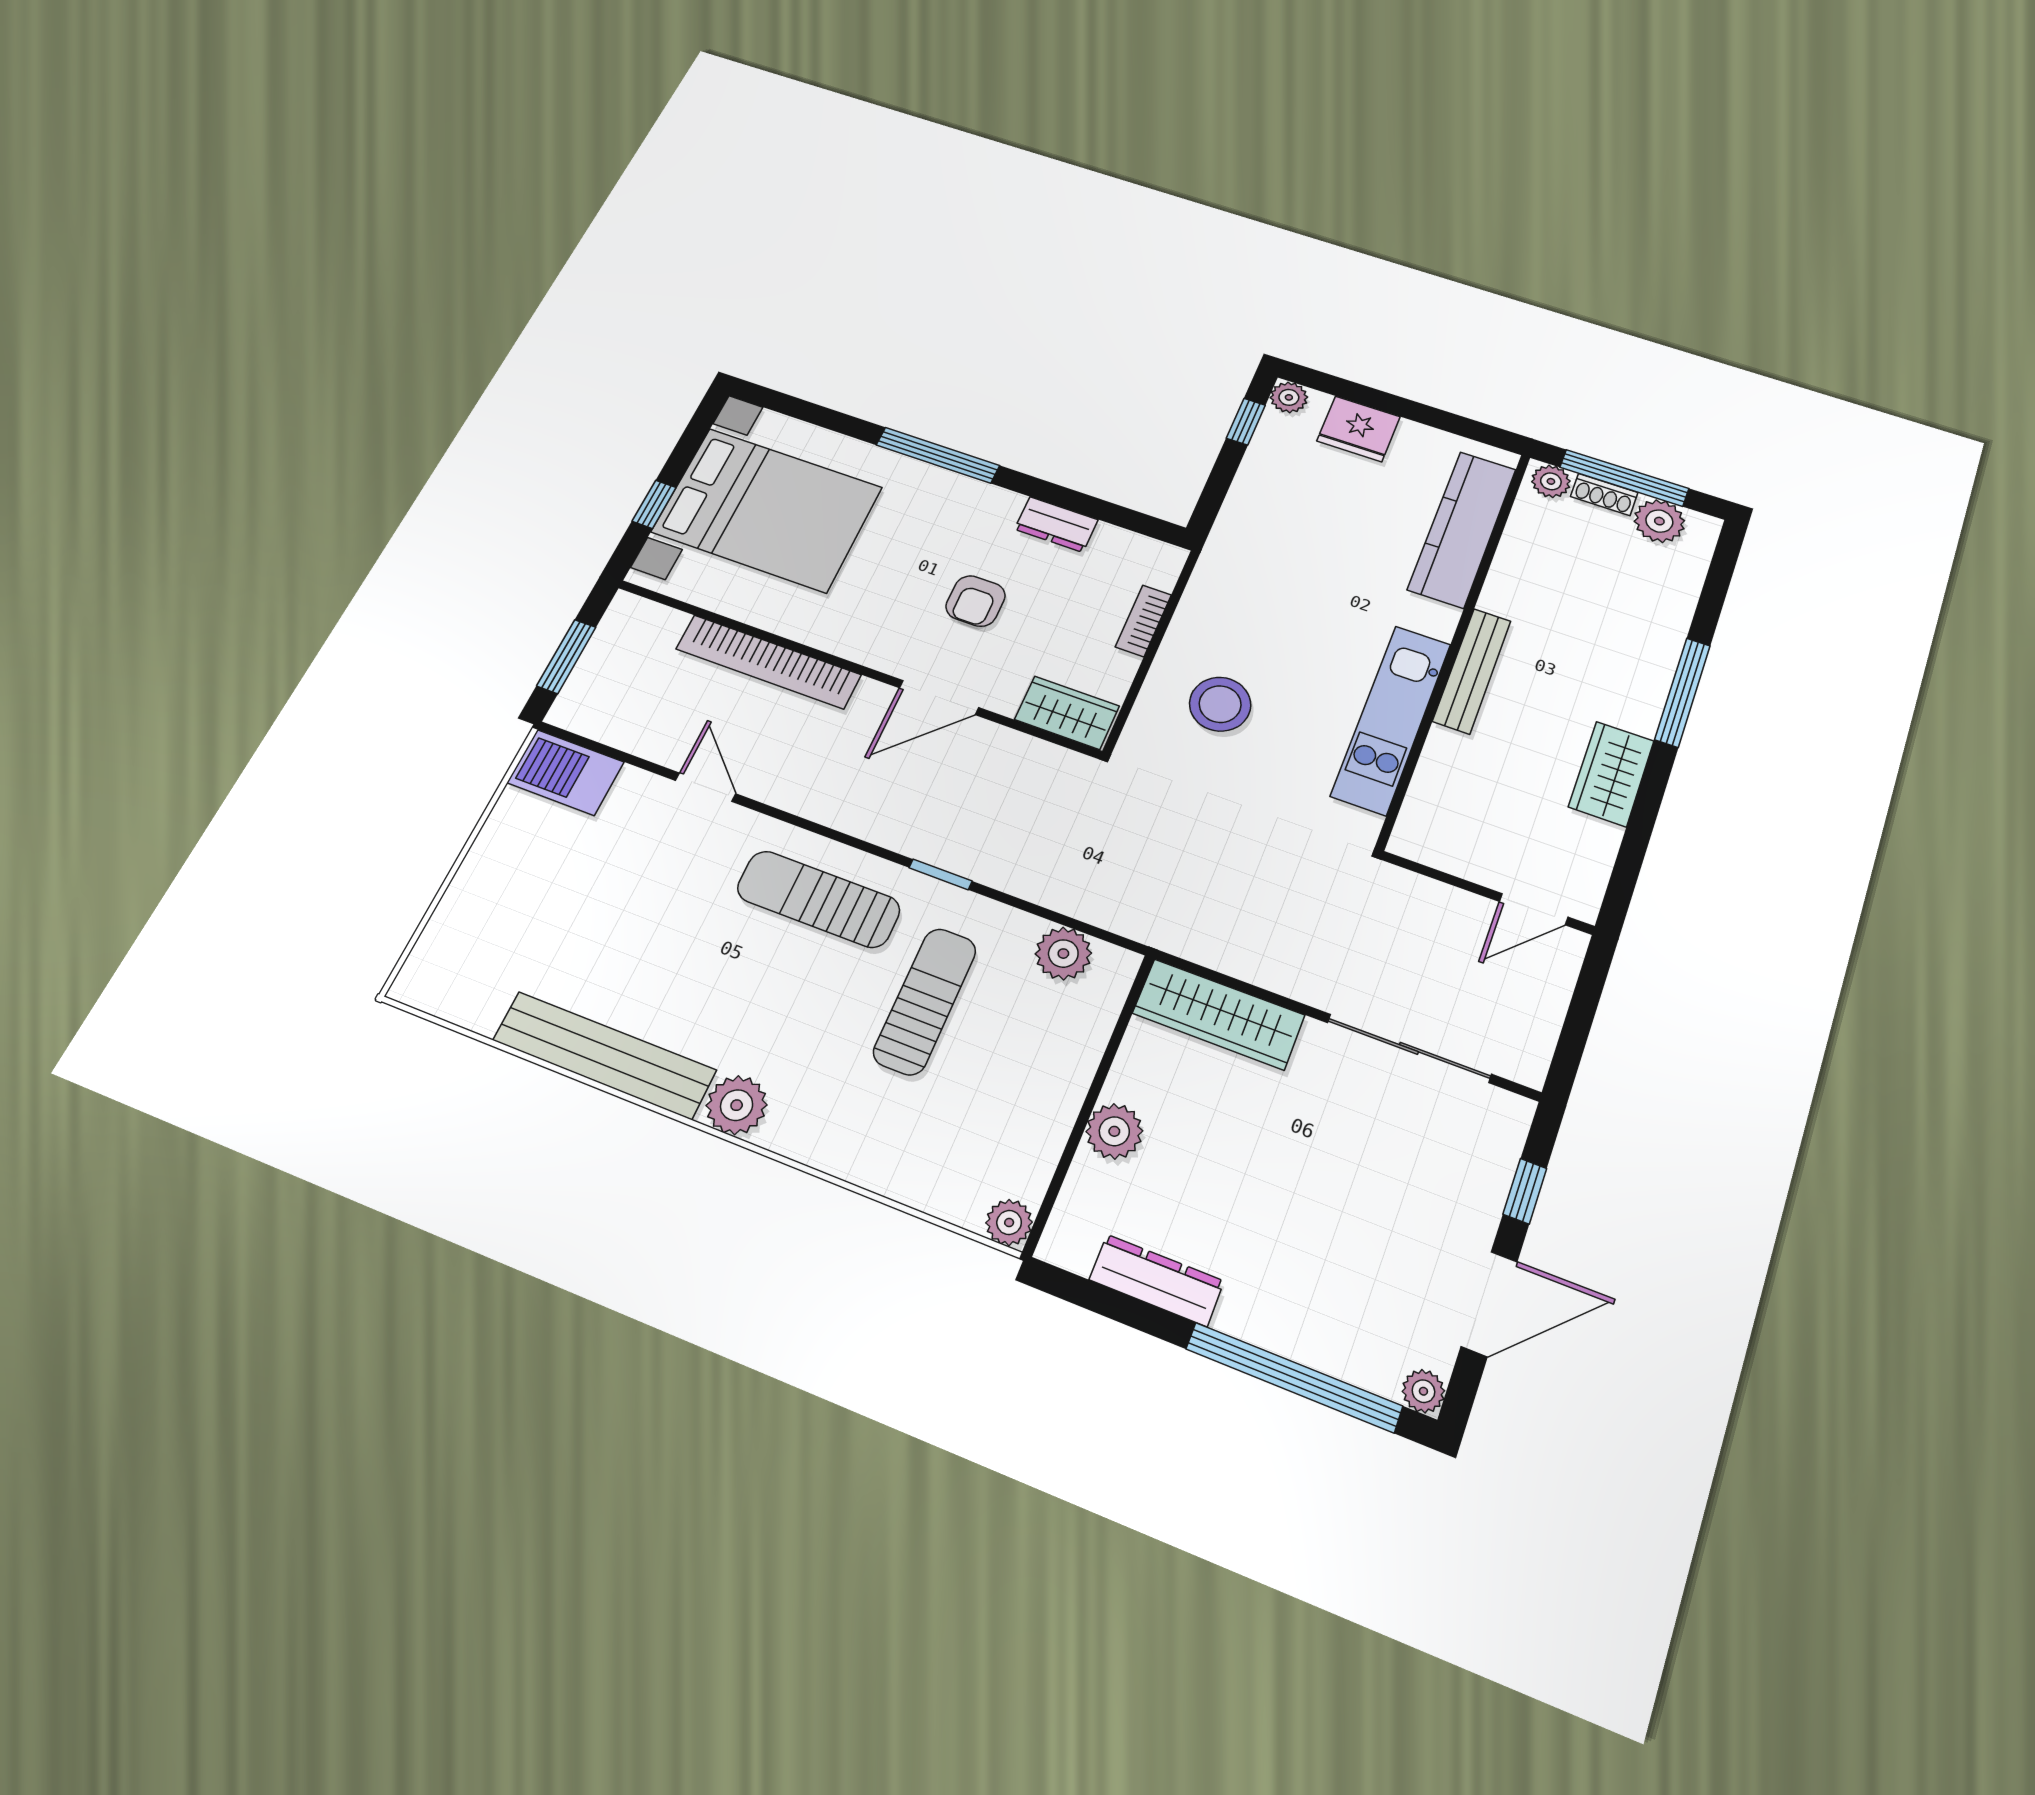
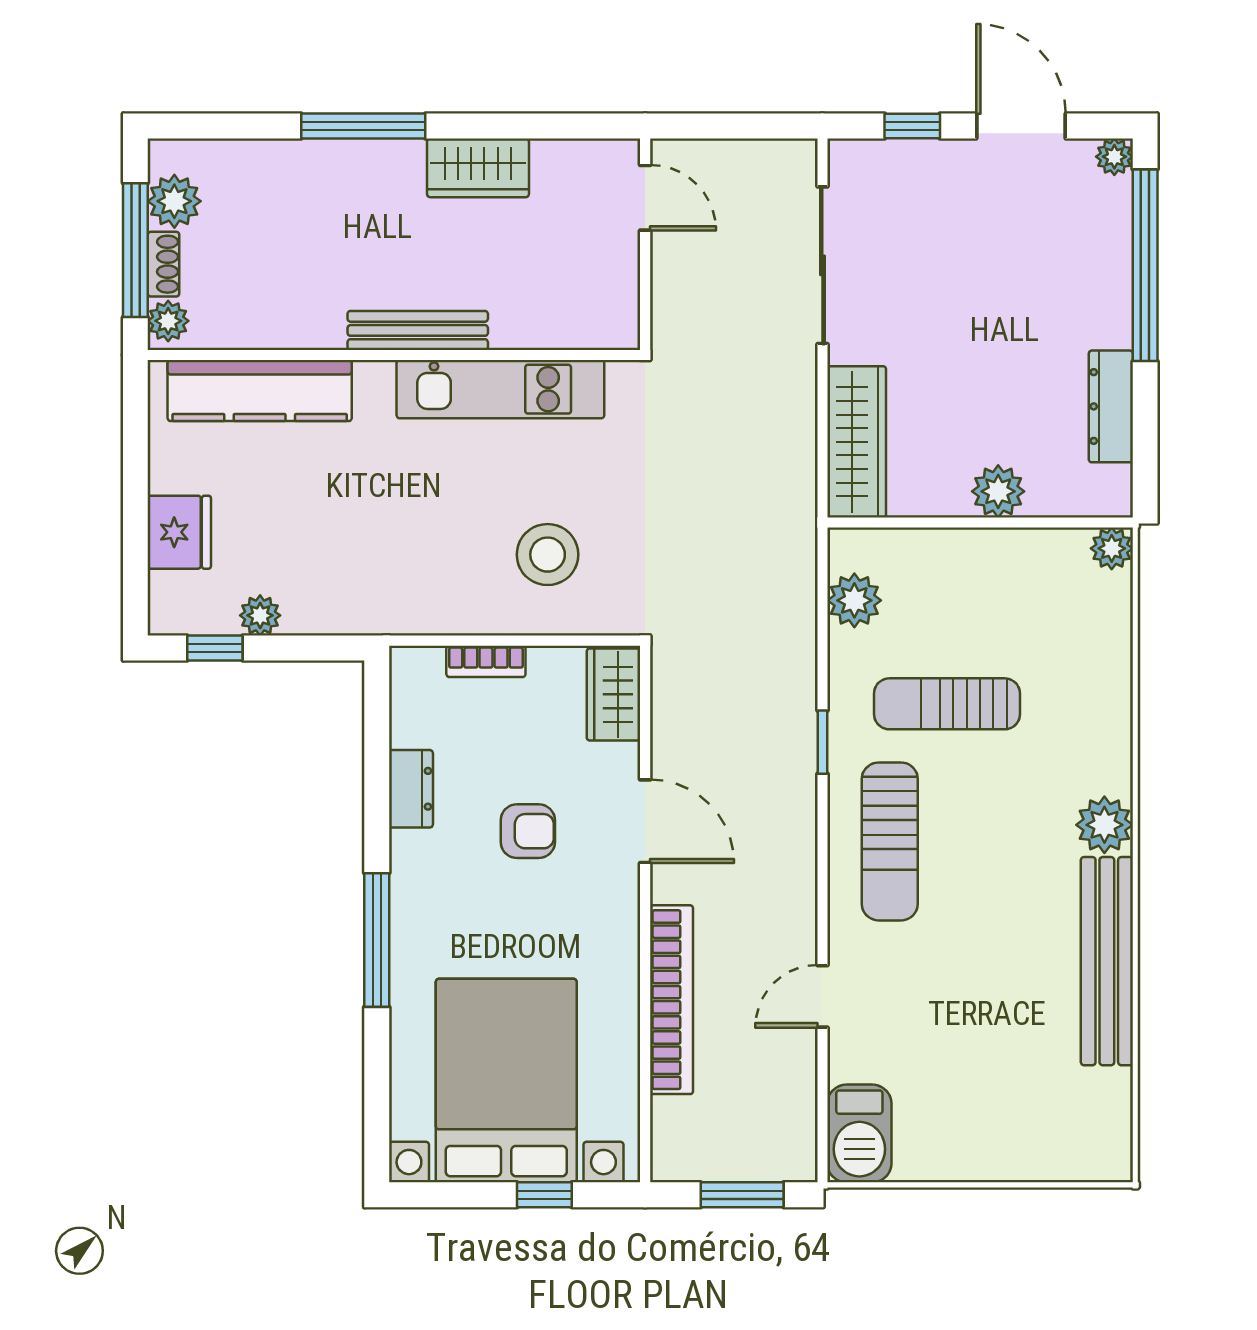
plant: (1289, 397) -> (260, 615), moved

